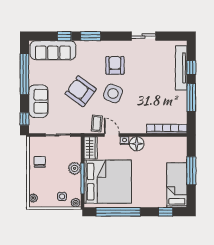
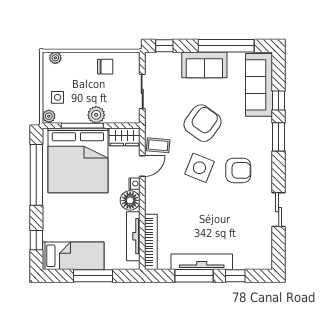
tv unit: (181, 68) -> (202, 262), moved
sofa: (38, 101) -> (204, 65), moved
tv unit: (163, 141) -> (133, 236), added

